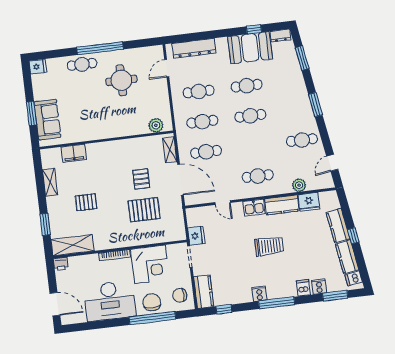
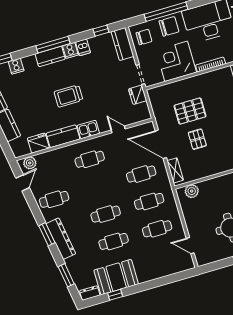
dresser: (194, 48) -> (61, 239), moved, turned 81
door: (167, 68) -> (190, 246), swing flipped
plant: (299, 185) -> (30, 163), moved
dishwasher: (303, 288) -> (83, 47), moved
kitchen counter: (282, 291) -> (50, 56), added
chair: (152, 302) -> (169, 26), turned -90

